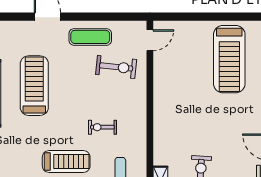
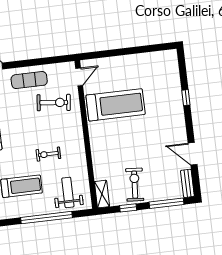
treadmill: (229, 59) -> (116, 105), moved, turned -90

